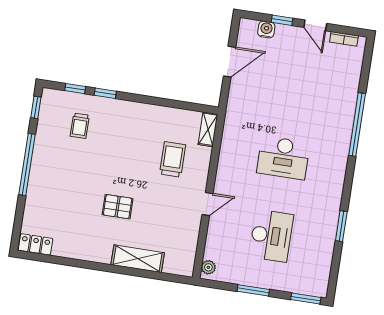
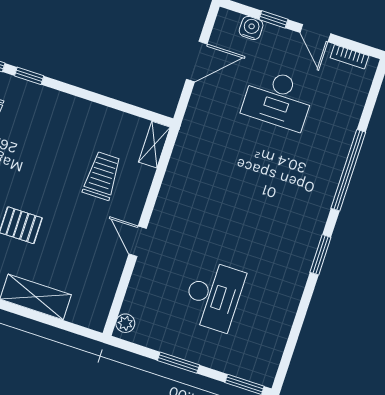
desk: (283, 158) -> (278, 99), moved
door: (207, 204) -> (138, 241), swing flipped
window: (341, 226) -> (320, 255), moved

